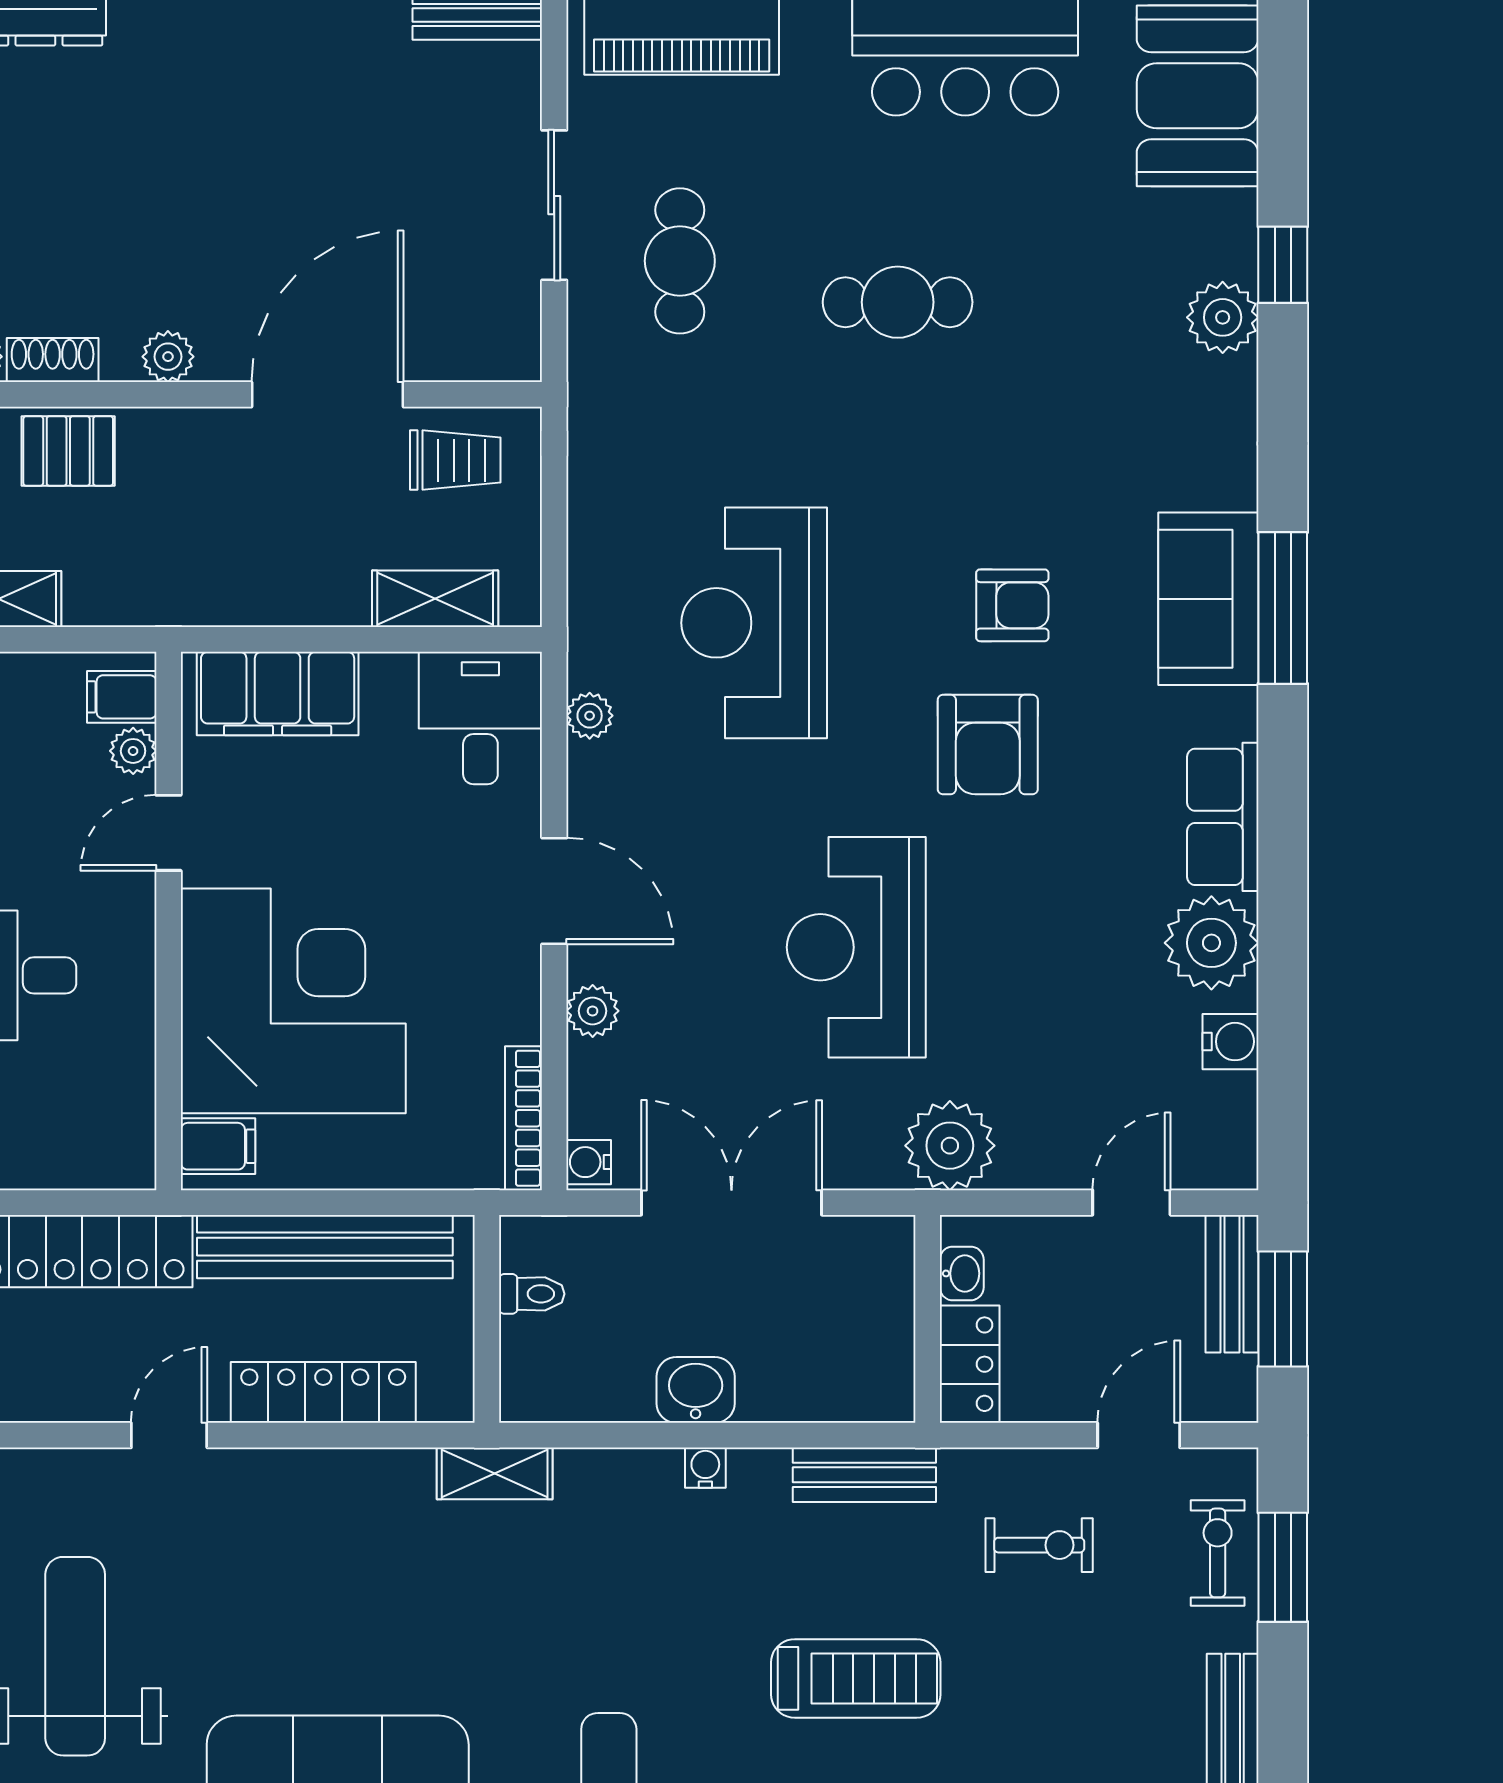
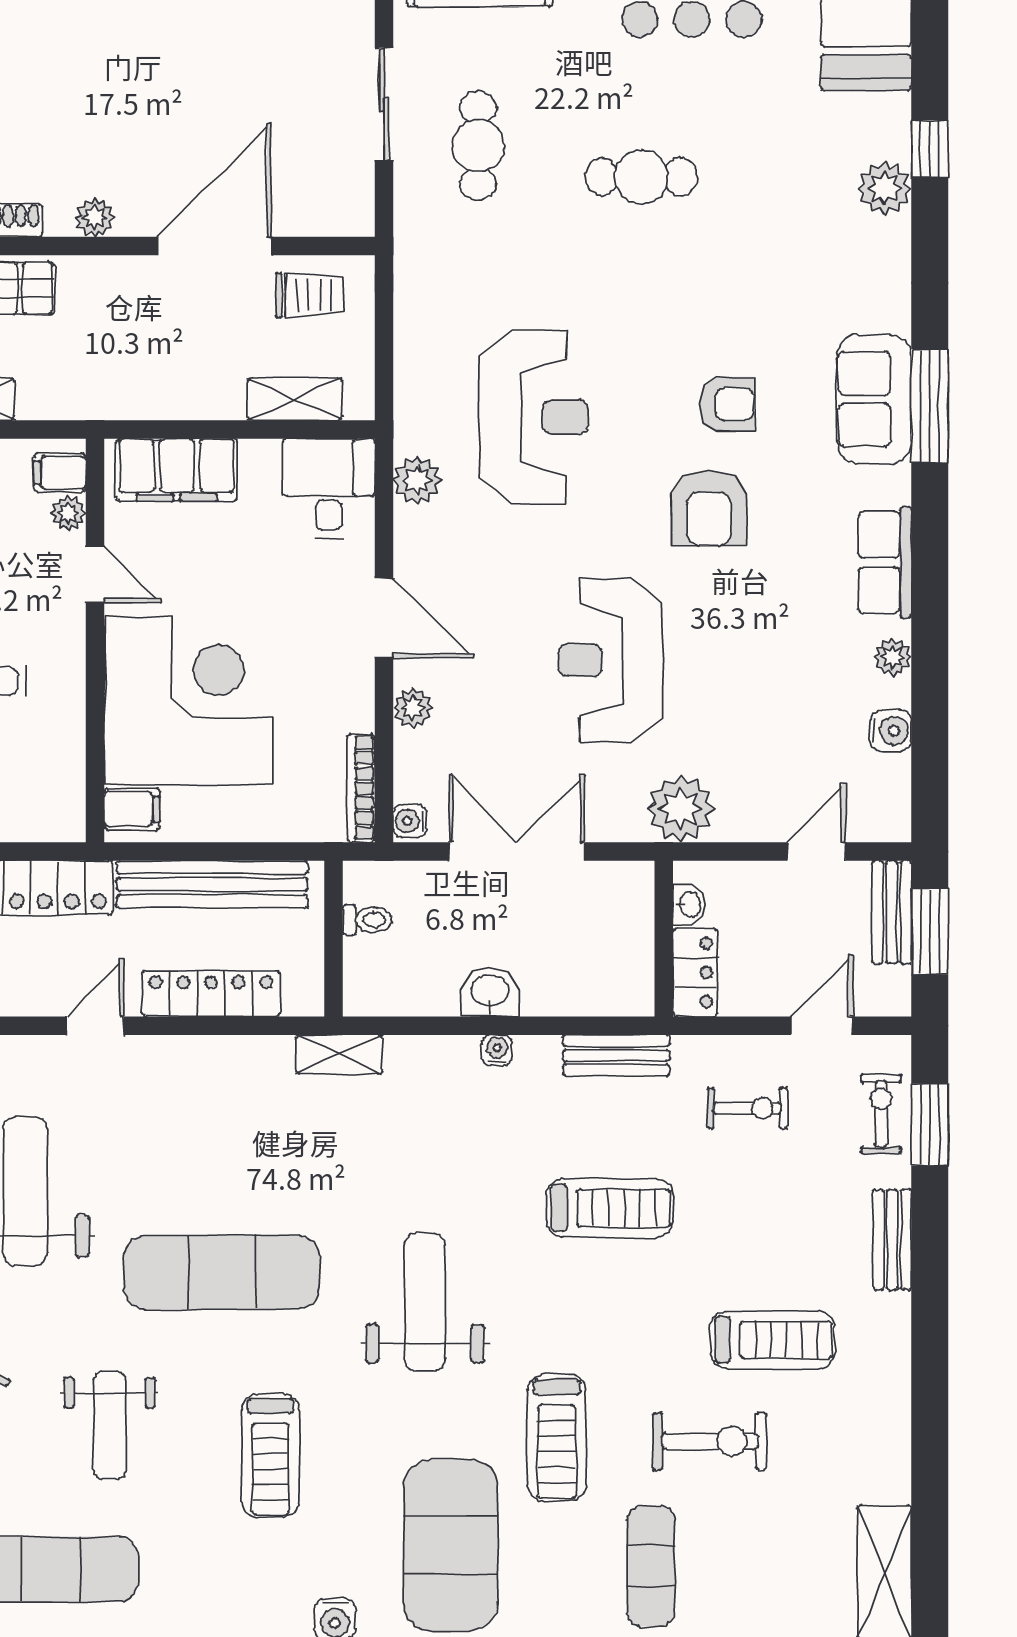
reception desk: (754, 623) -> (534, 417), turned 180
plant: (590, 716) -> (417, 480), width x1.38, depth x1.38
door: (169, 833) -> (95, 574), swing flipped
plant: (1211, 943) -> (893, 657), width x0.53, depth x0.53

